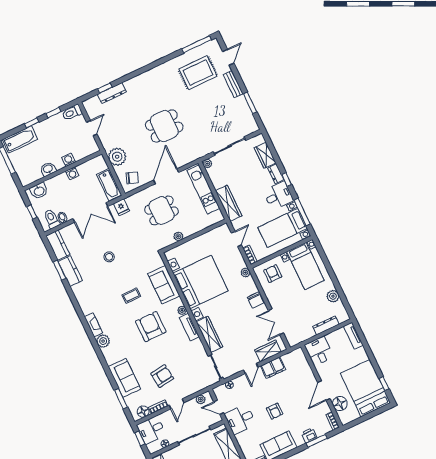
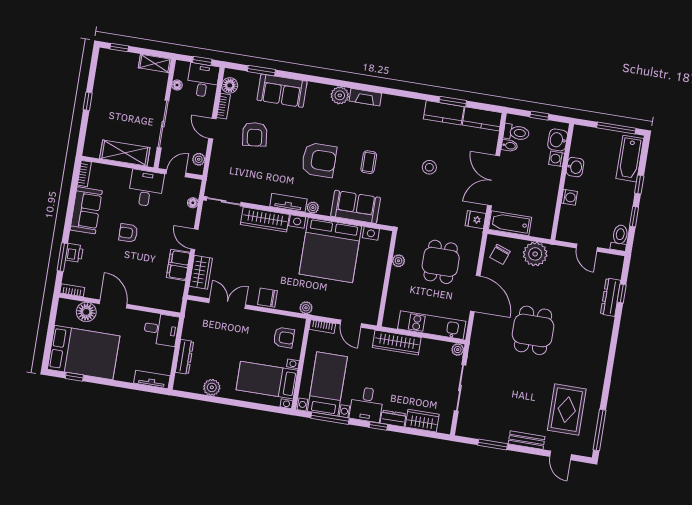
washing machine: (72, 173) -> (557, 159), moved

